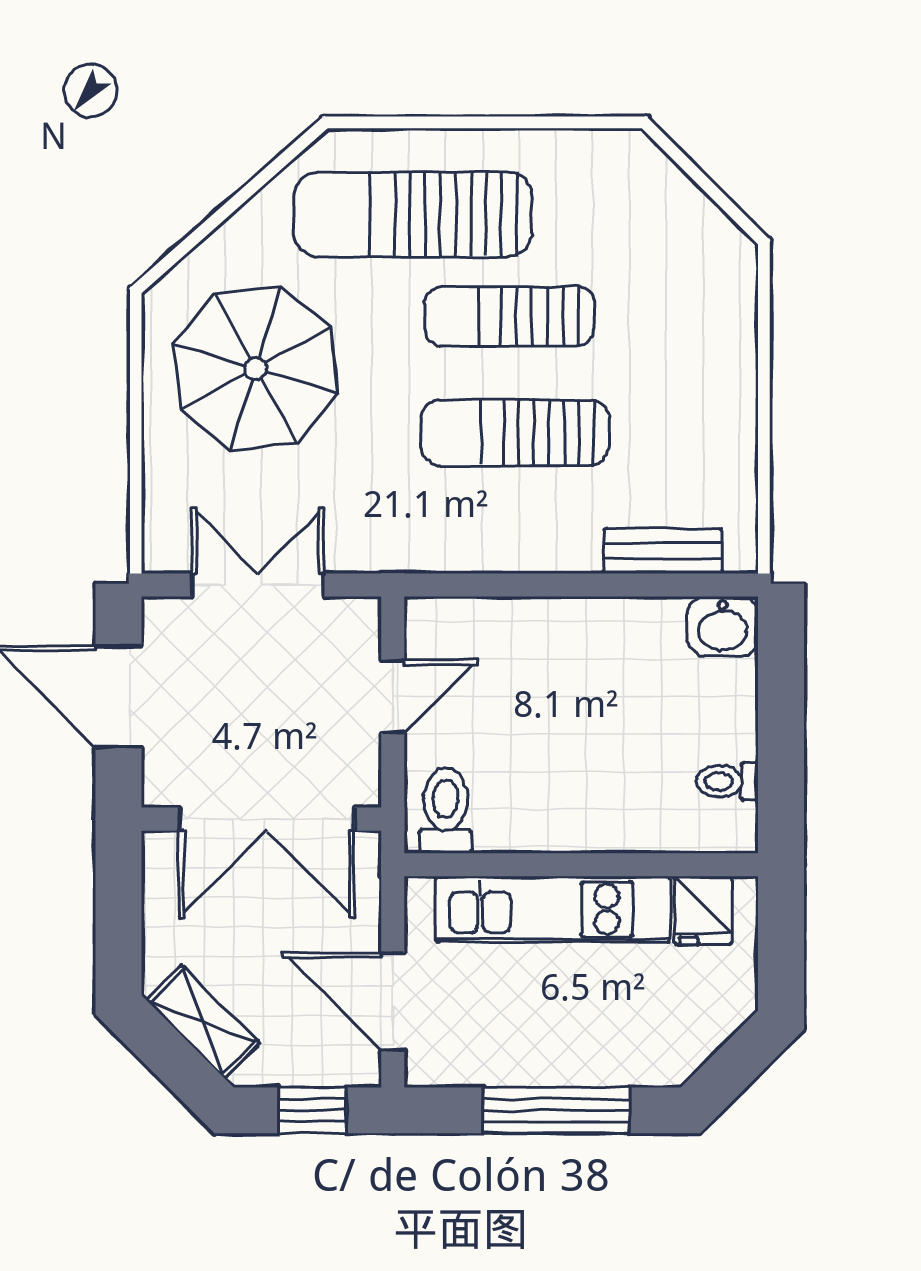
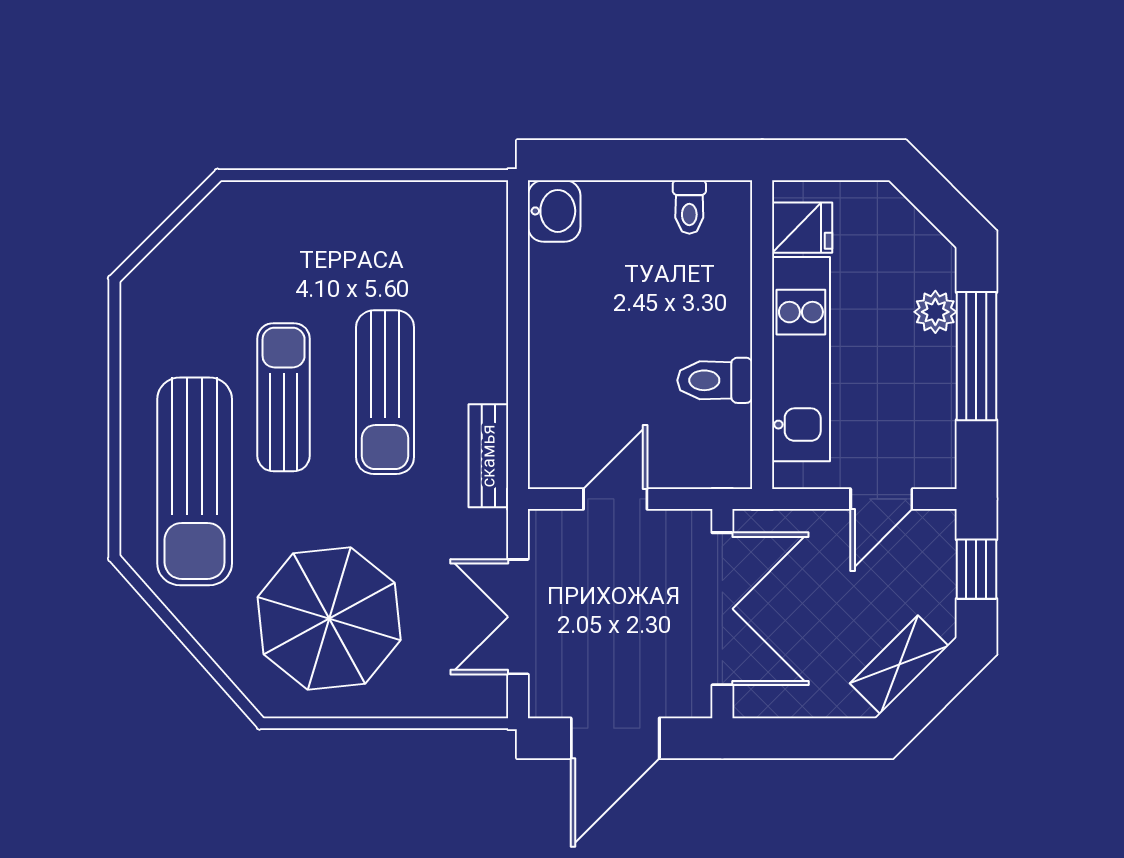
sun lounger: (509, 316) -> (284, 397), turned 180
bench: (663, 551) -> (488, 456), moved
door: (393, 696) -> (615, 499), hinge flipped
toilet: (446, 810) -> (715, 380), moved
door: (393, 1001) -> (881, 499), width x0.73
plant: (607, 1063) -> (935, 312), added

